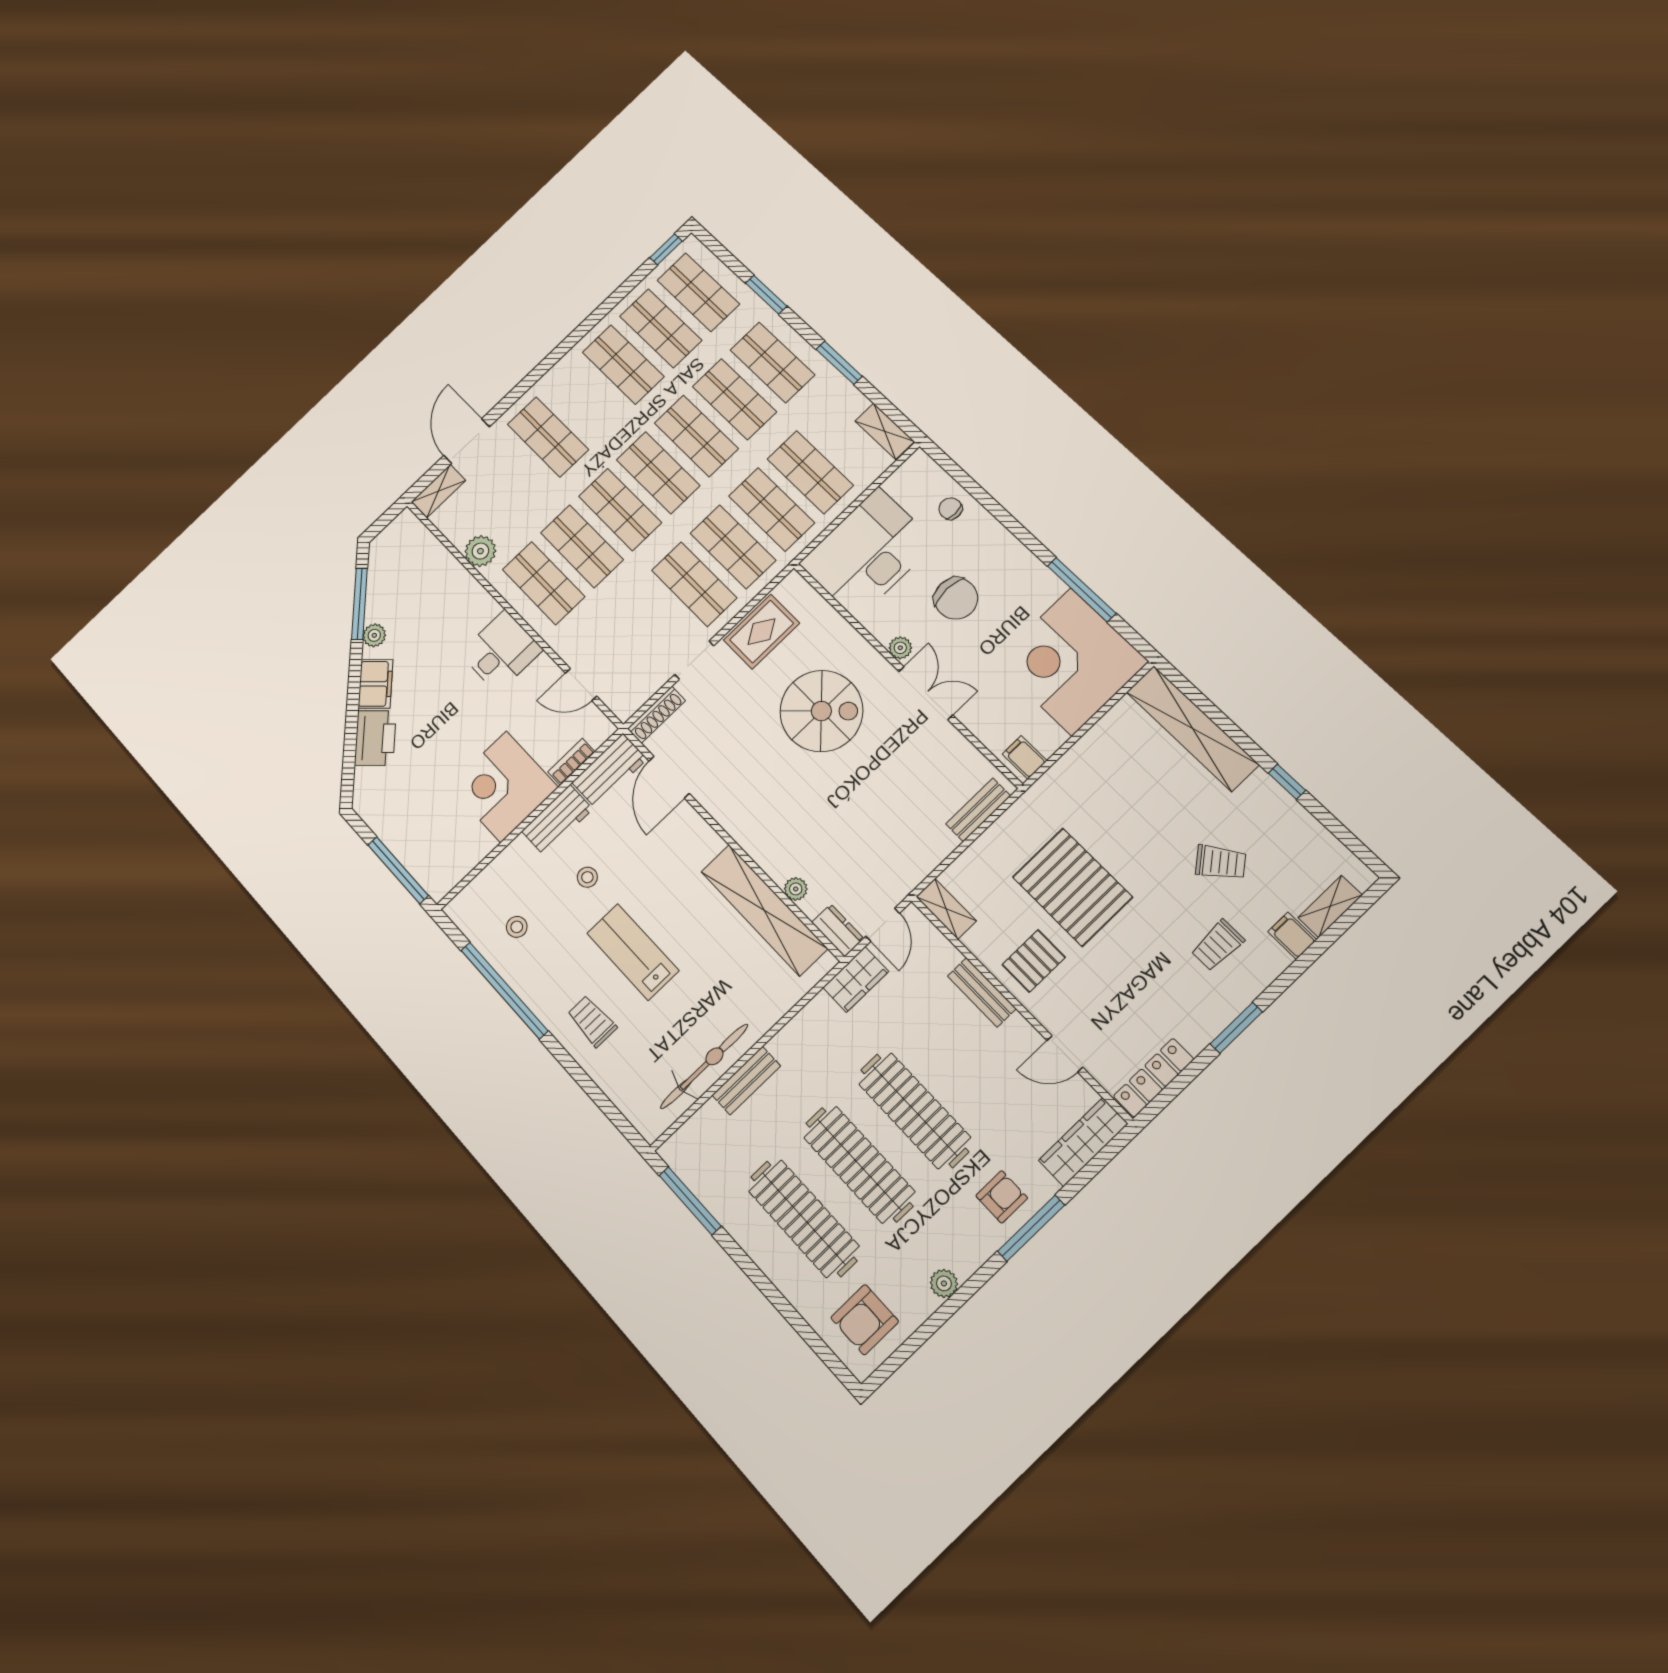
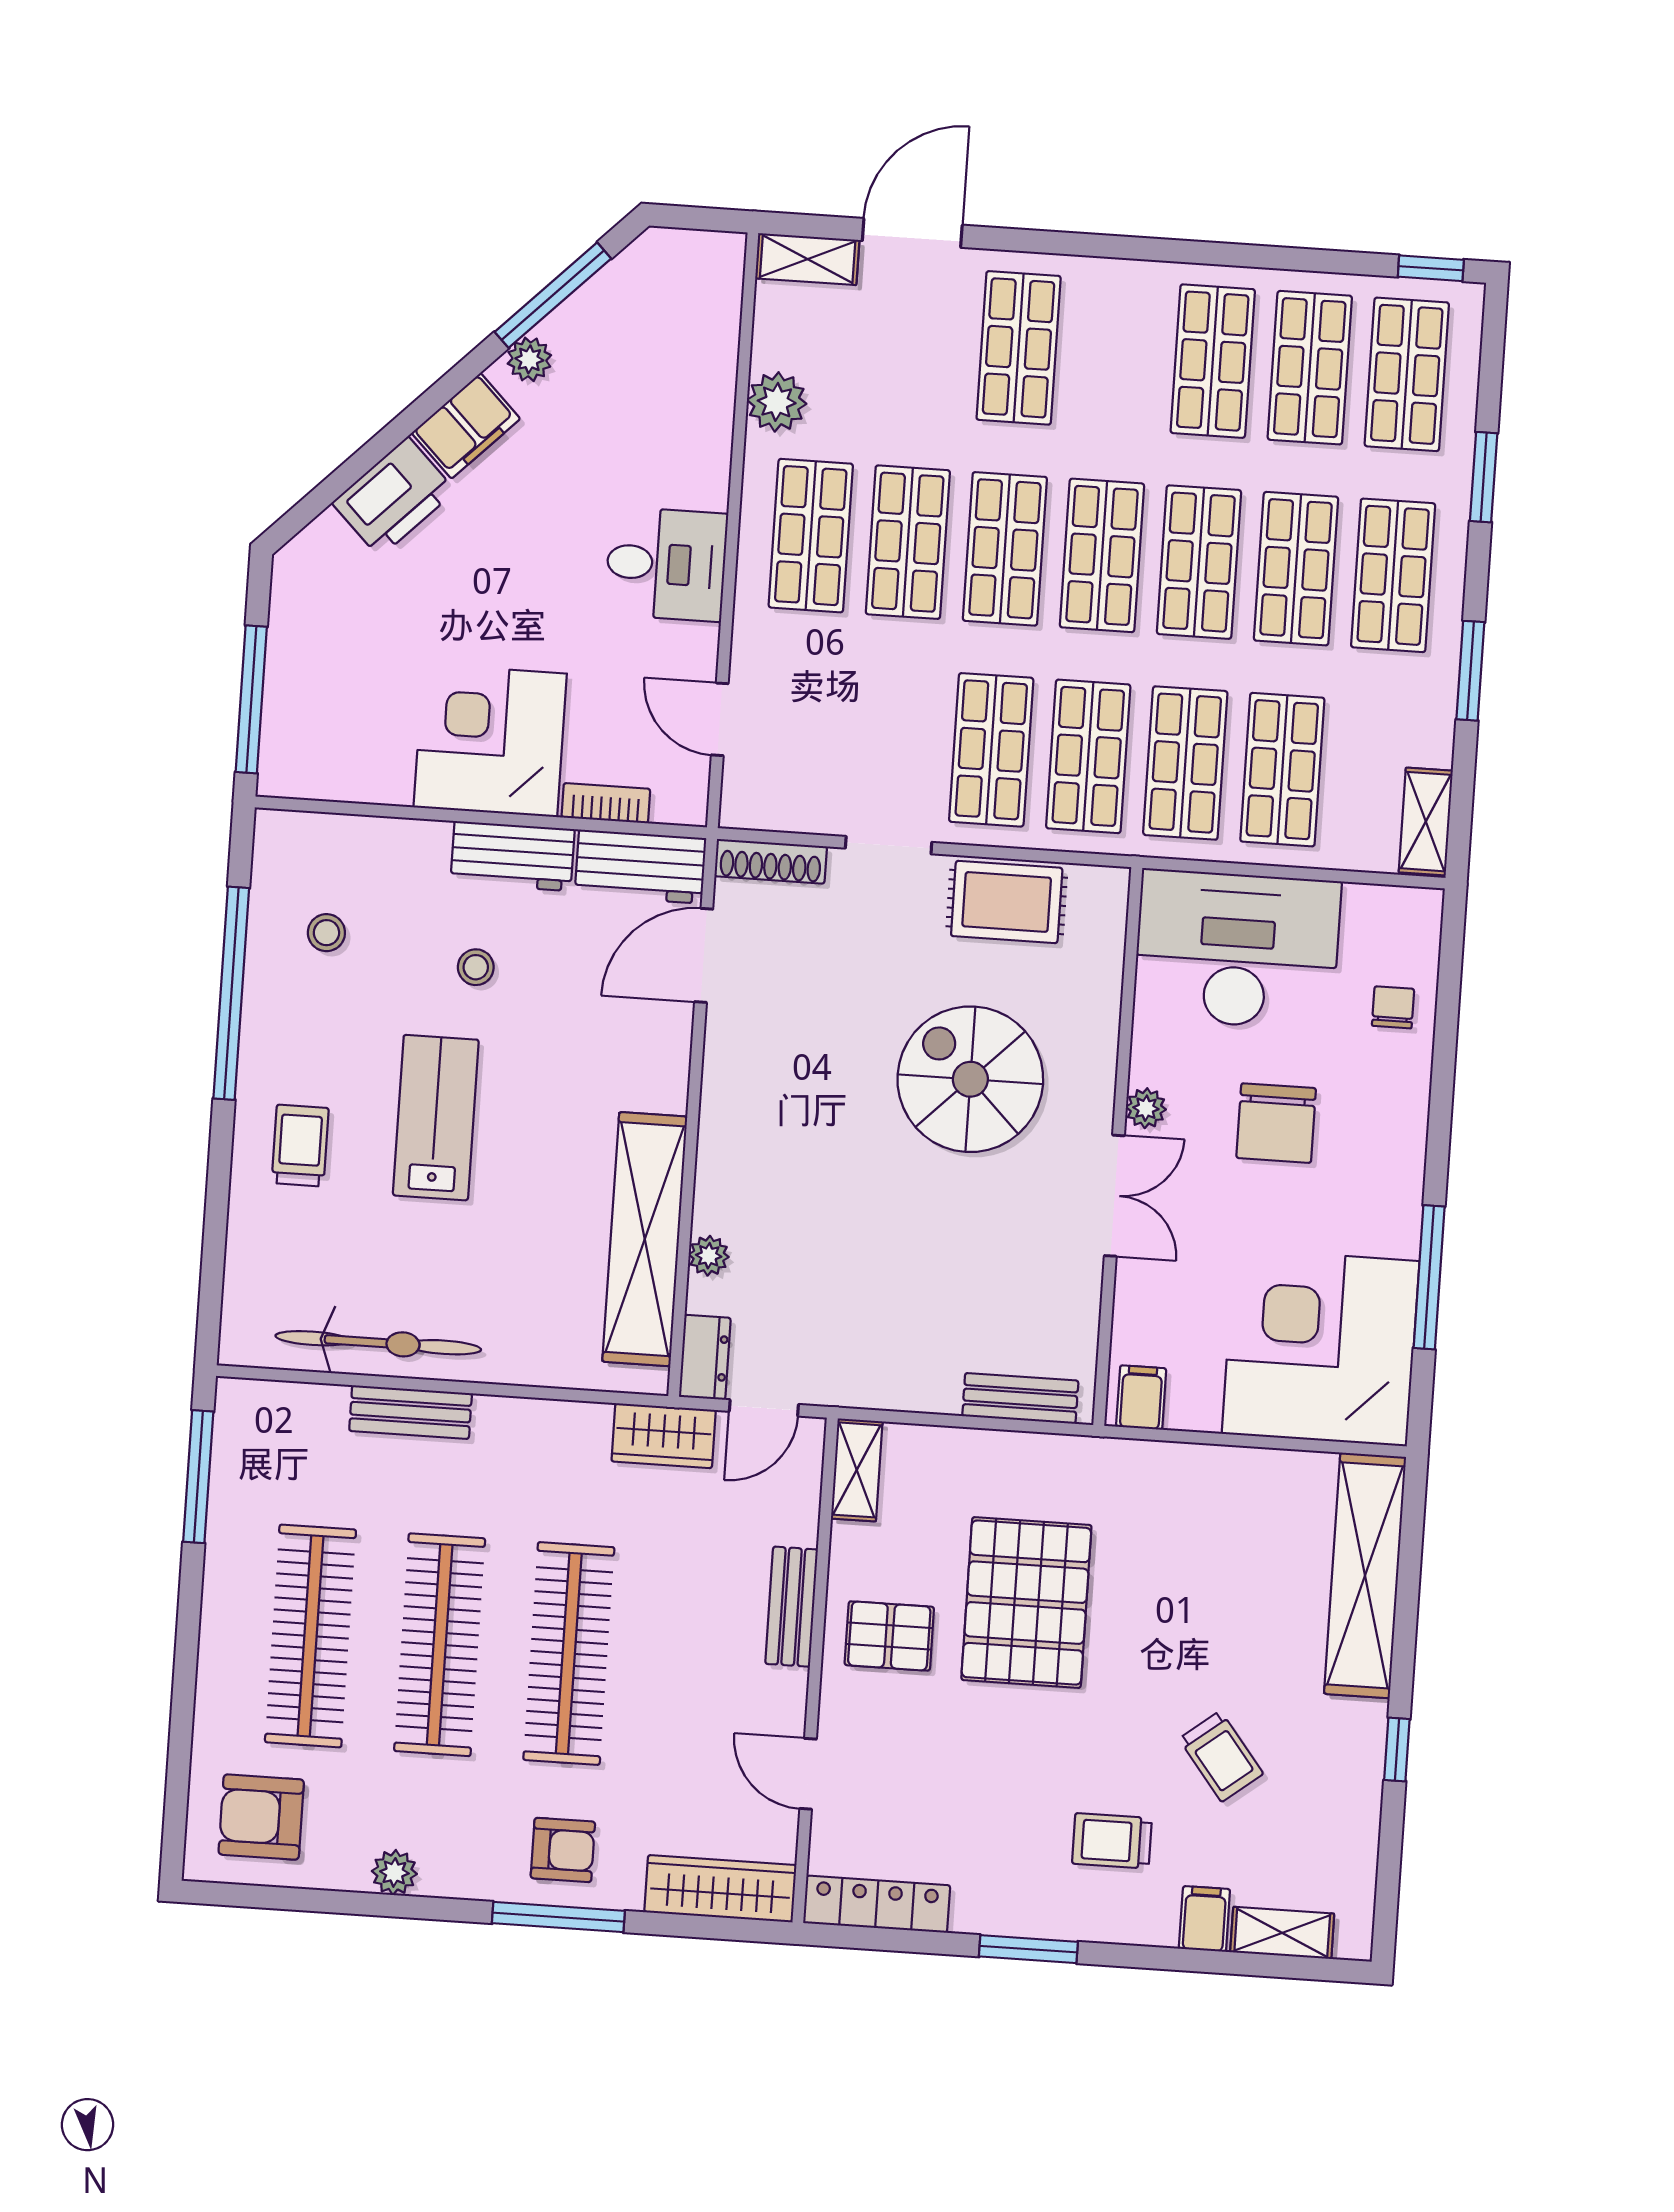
spiral stairs: (821, 711) -> (970, 1079), turned 180

